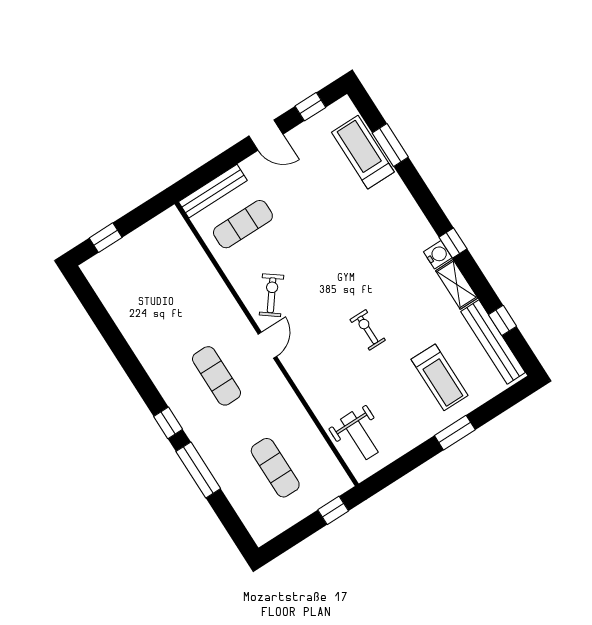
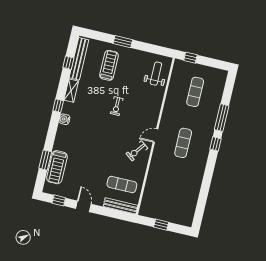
window: (106, 238) -> (161, 225), moved
water cooler: (438, 255) -> (64, 119), moved

